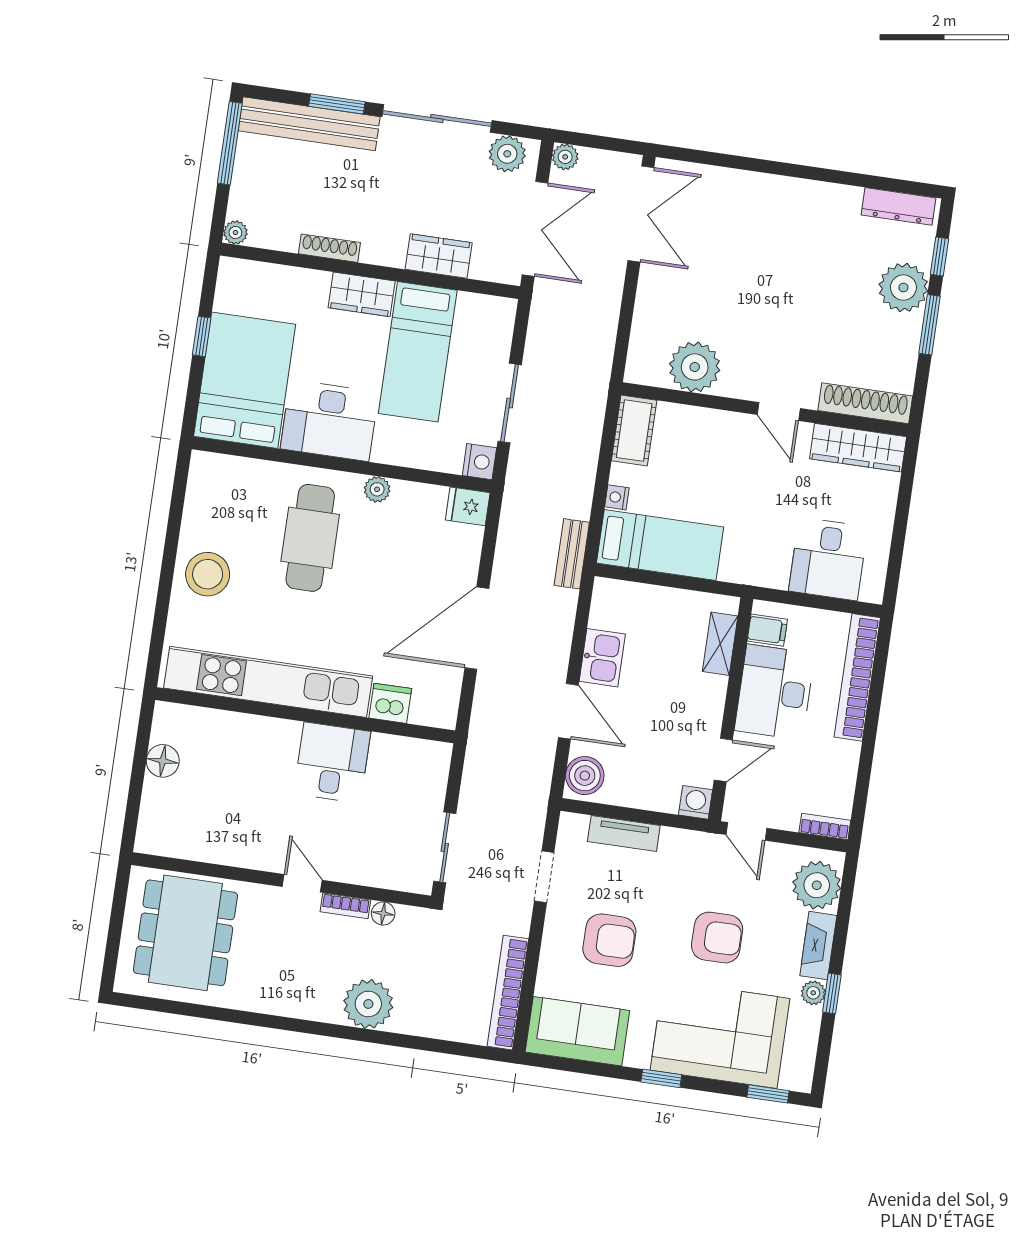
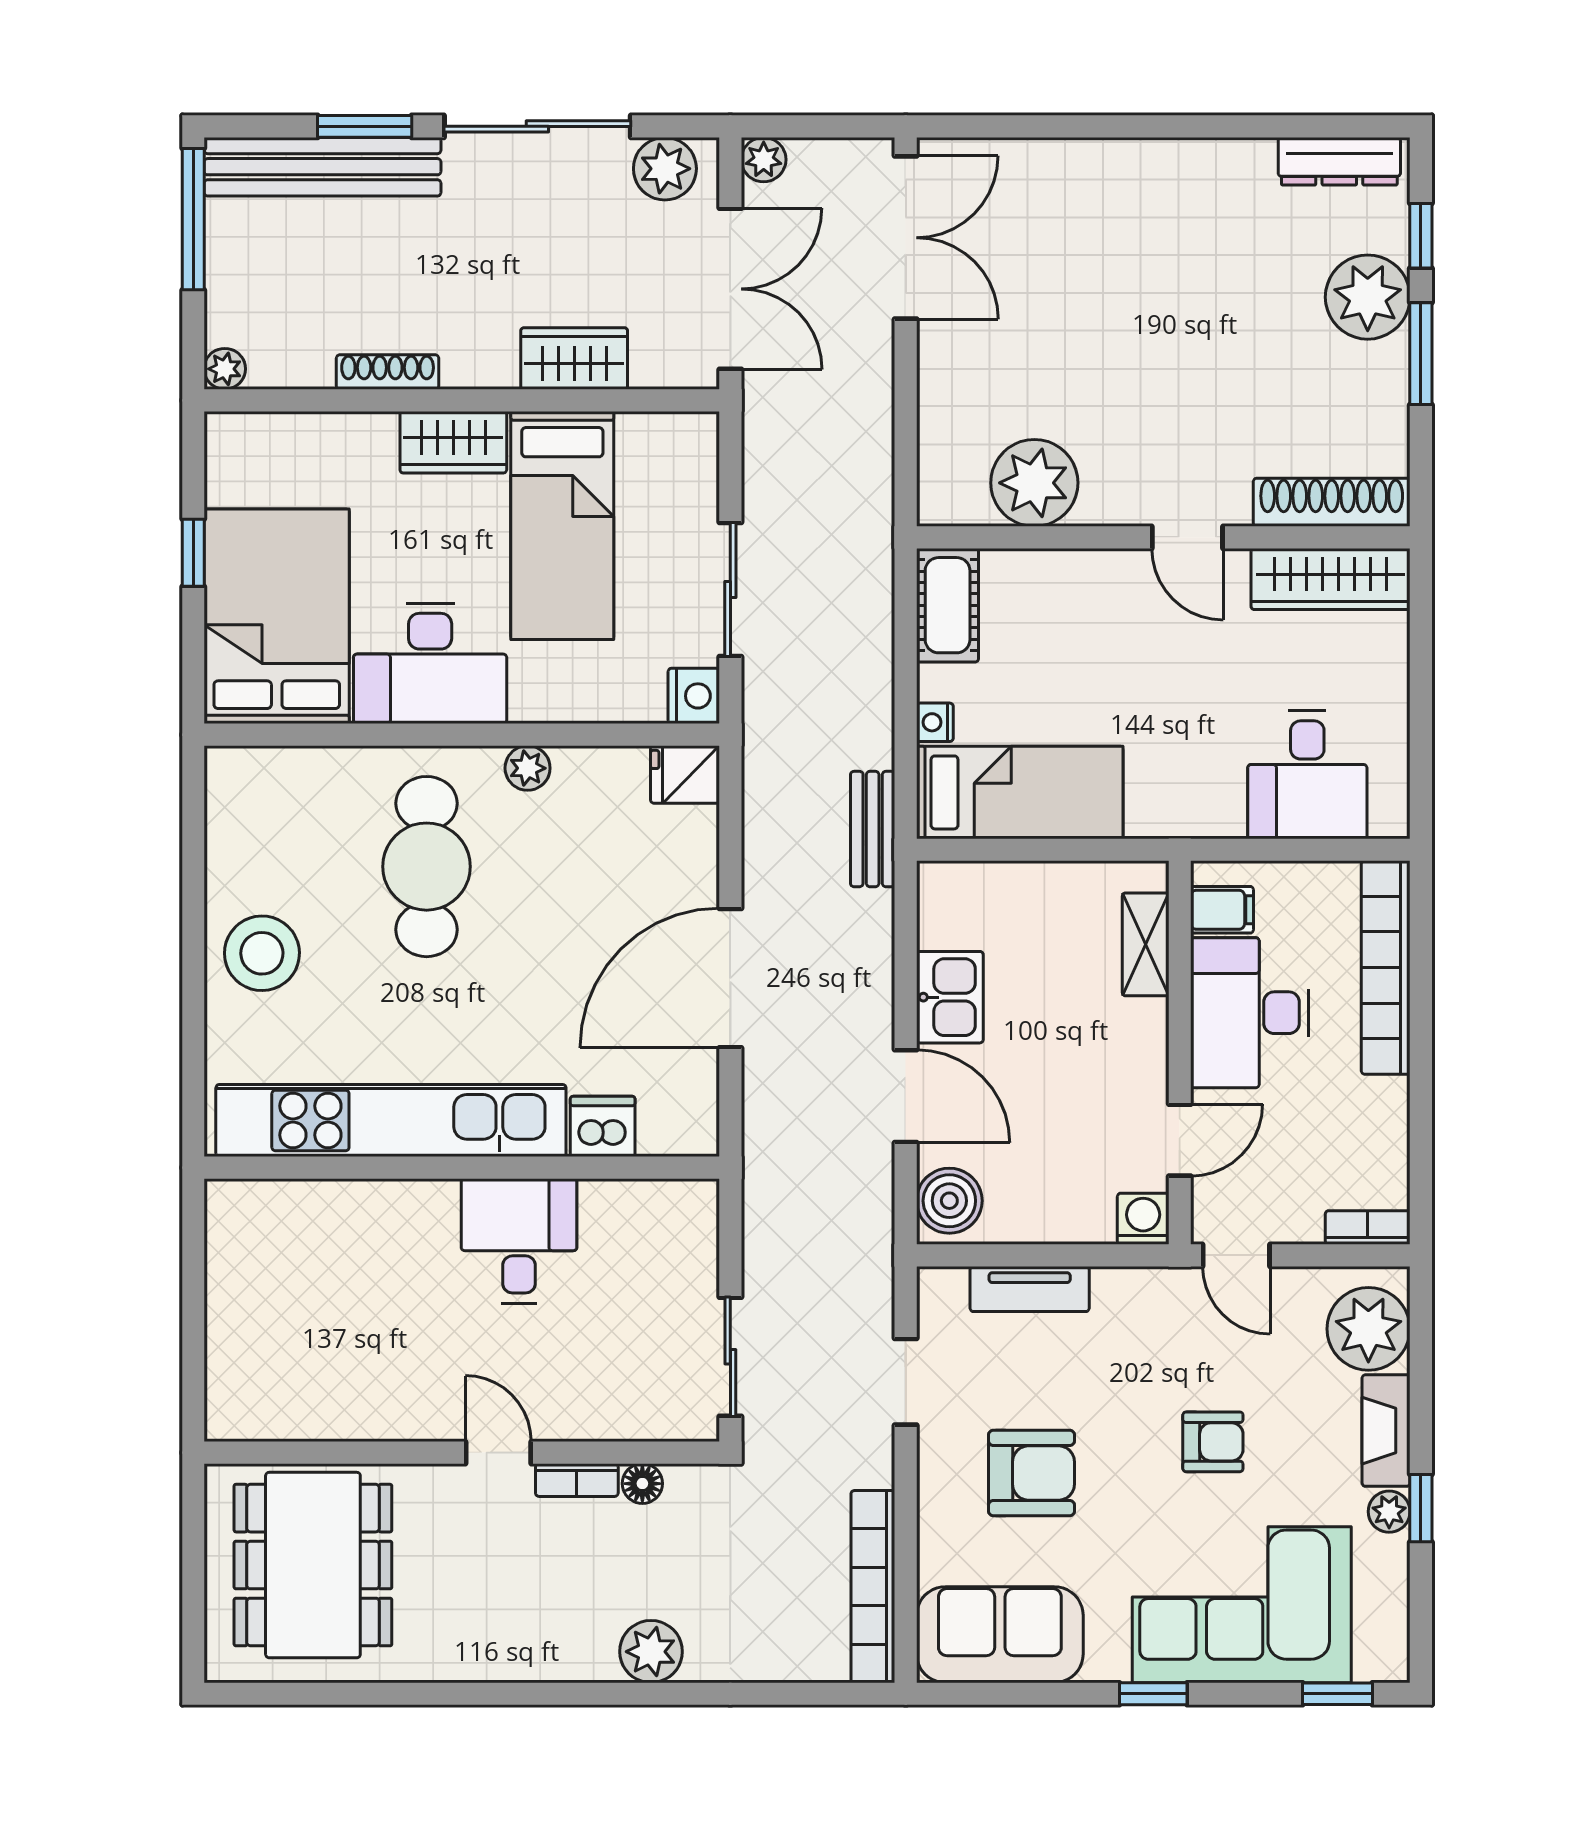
floor lamp: (163, 761) -> (232, 1280), removed
armchair: (717, 938) -> (1213, 1442), width x0.72, depth x0.72
plant: (368, 1004) -> (651, 1652), width x0.73, depth x0.73

